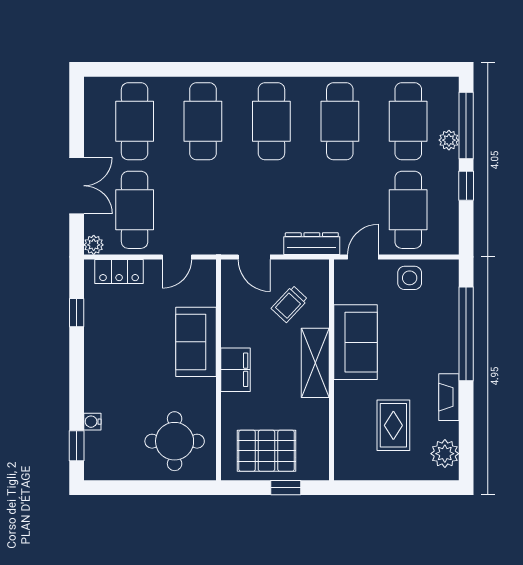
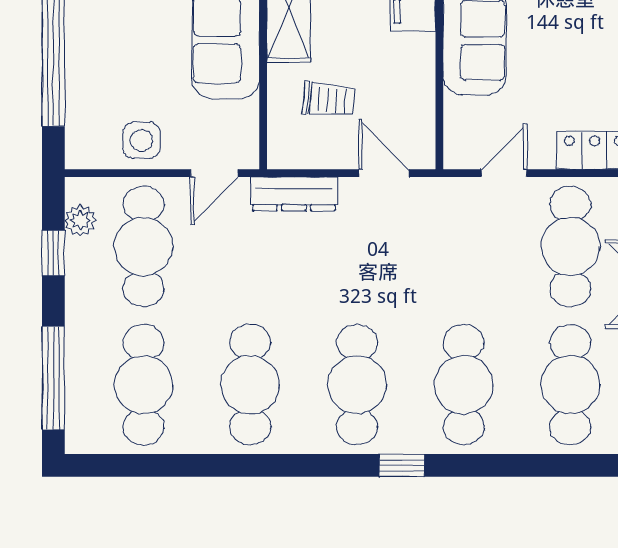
window: (243, 69) -> (402, 465), added
plant: (449, 140) -> (80, 220), moved
window: (466, 186) -> (53, 253), moved
trolley: (290, 304) -> (329, 100), turned 52

